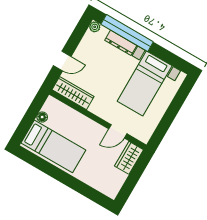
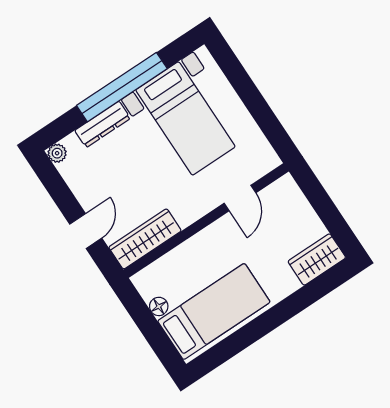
window: (127, 33) -> (122, 87), moved
wardrobe: (129, 158) -> (317, 259), moved, turned 90

